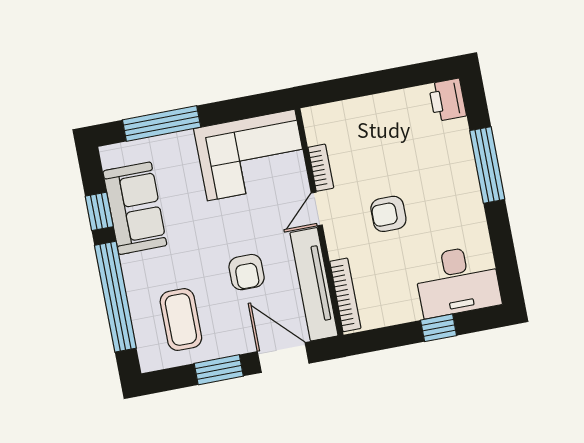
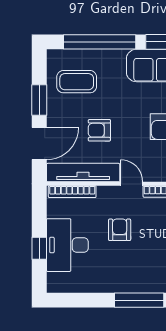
desk: (457, 281) -> (67, 245), moved

